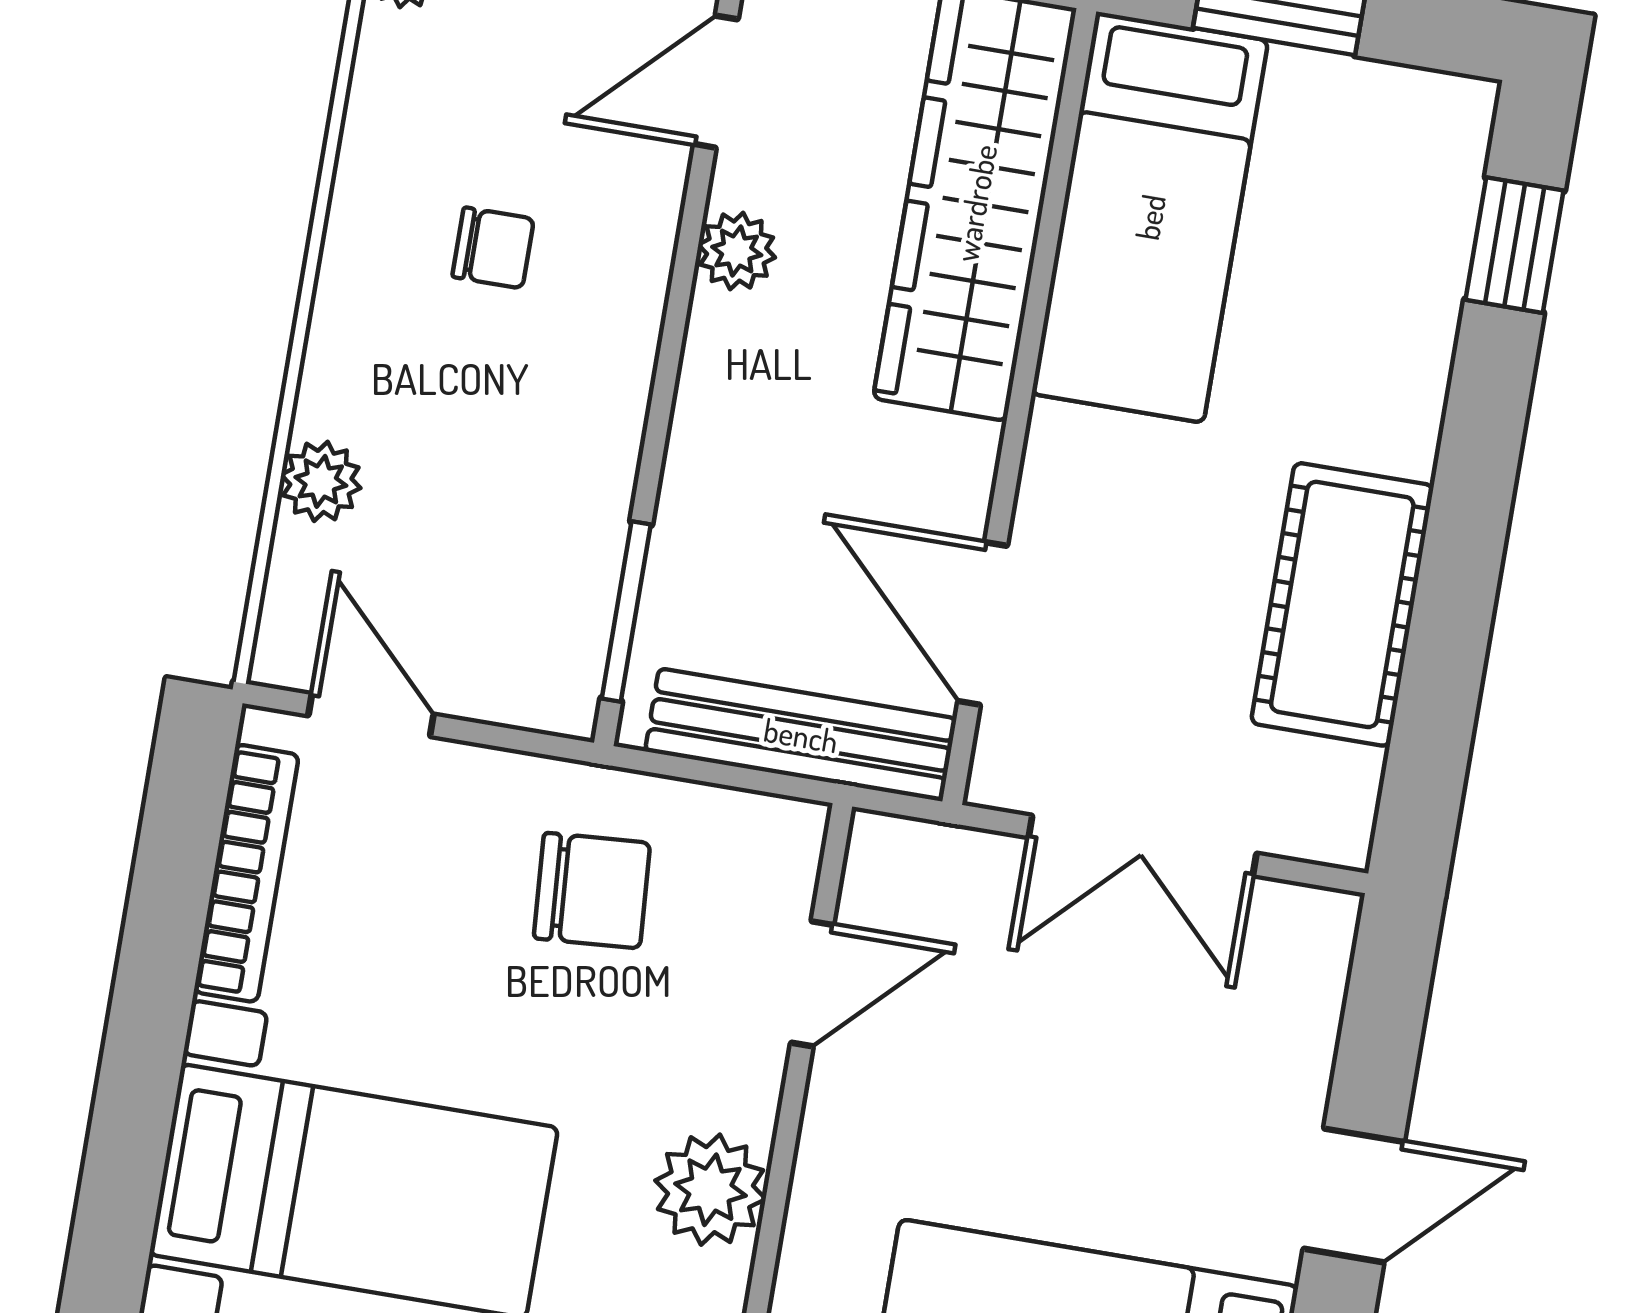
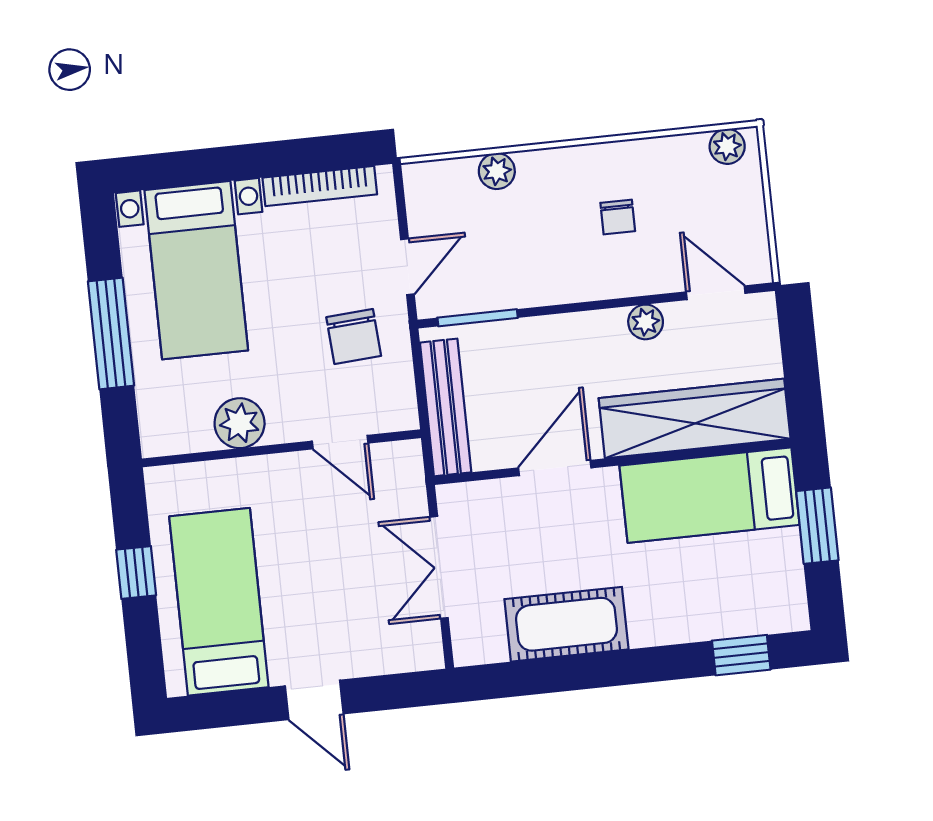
door: (983, 624) -> (555, 468), moved
door: (371, 715) -> (407, 267), moved

